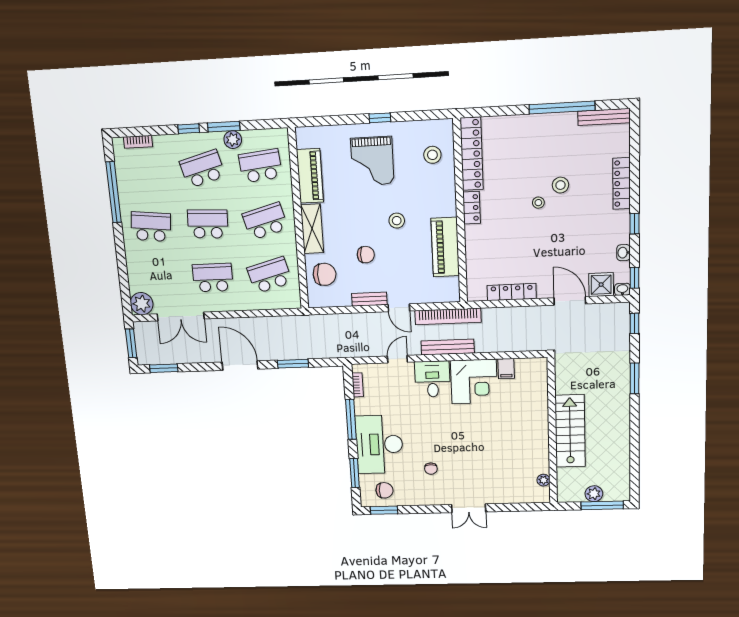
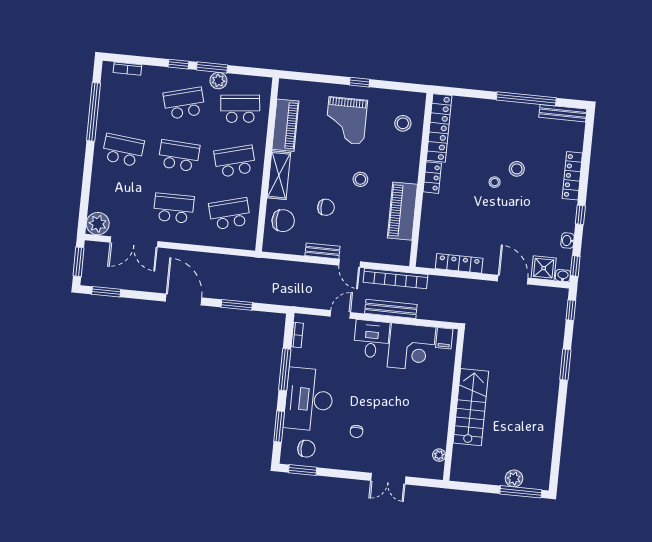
wall: (552, 431) -> (454, 405), moved
stairs: (570, 431) -> (471, 407), moved
plant: (544, 480) -> (439, 455), moved

